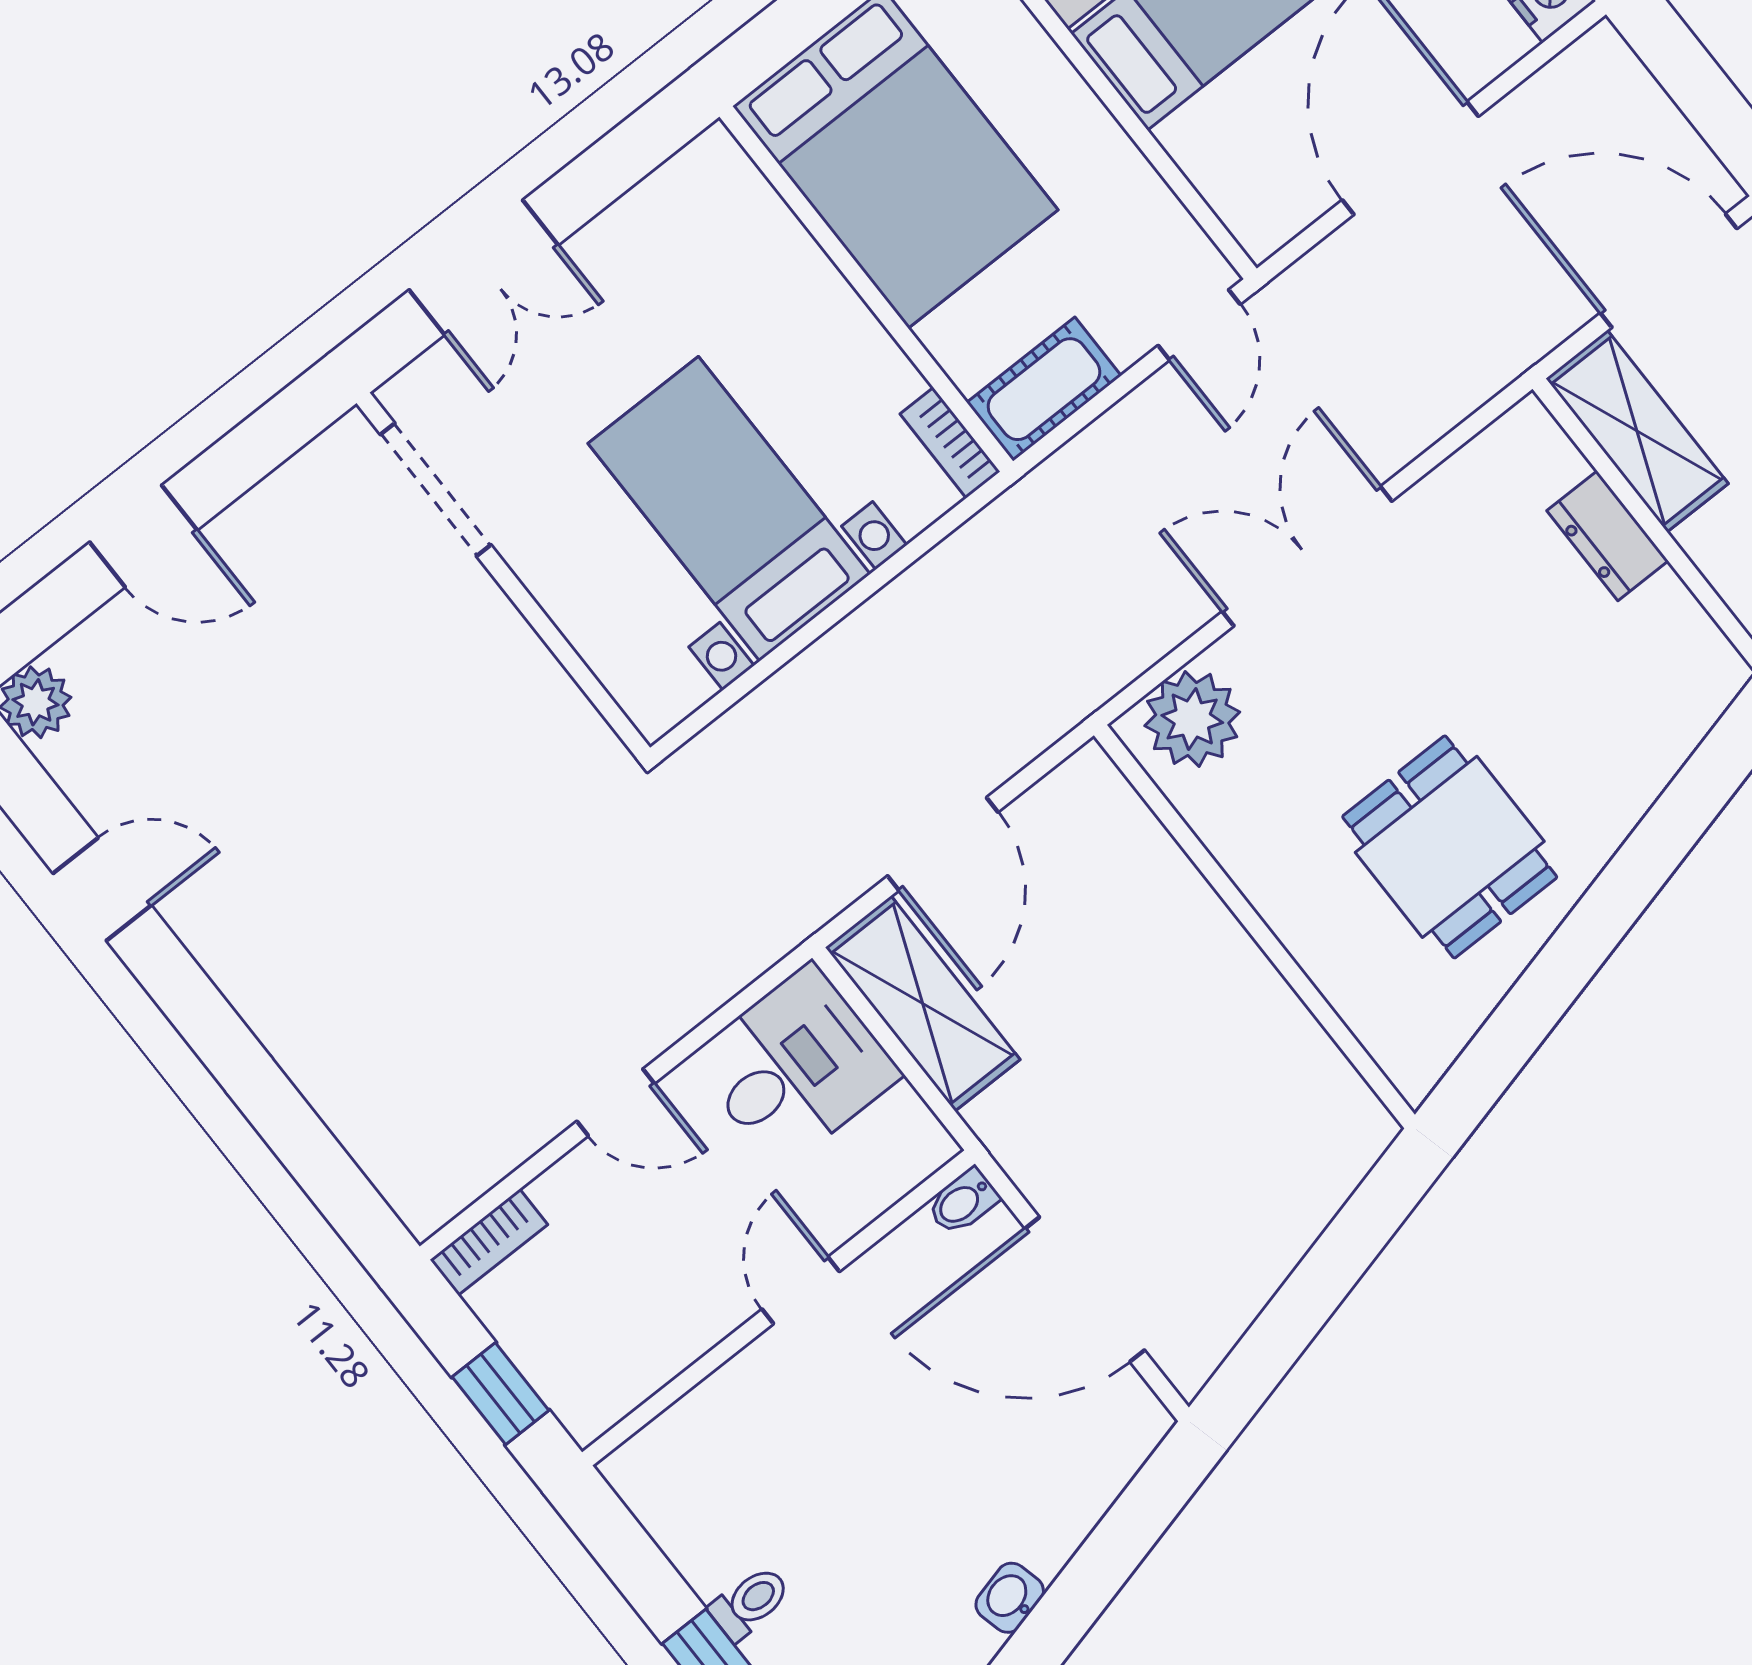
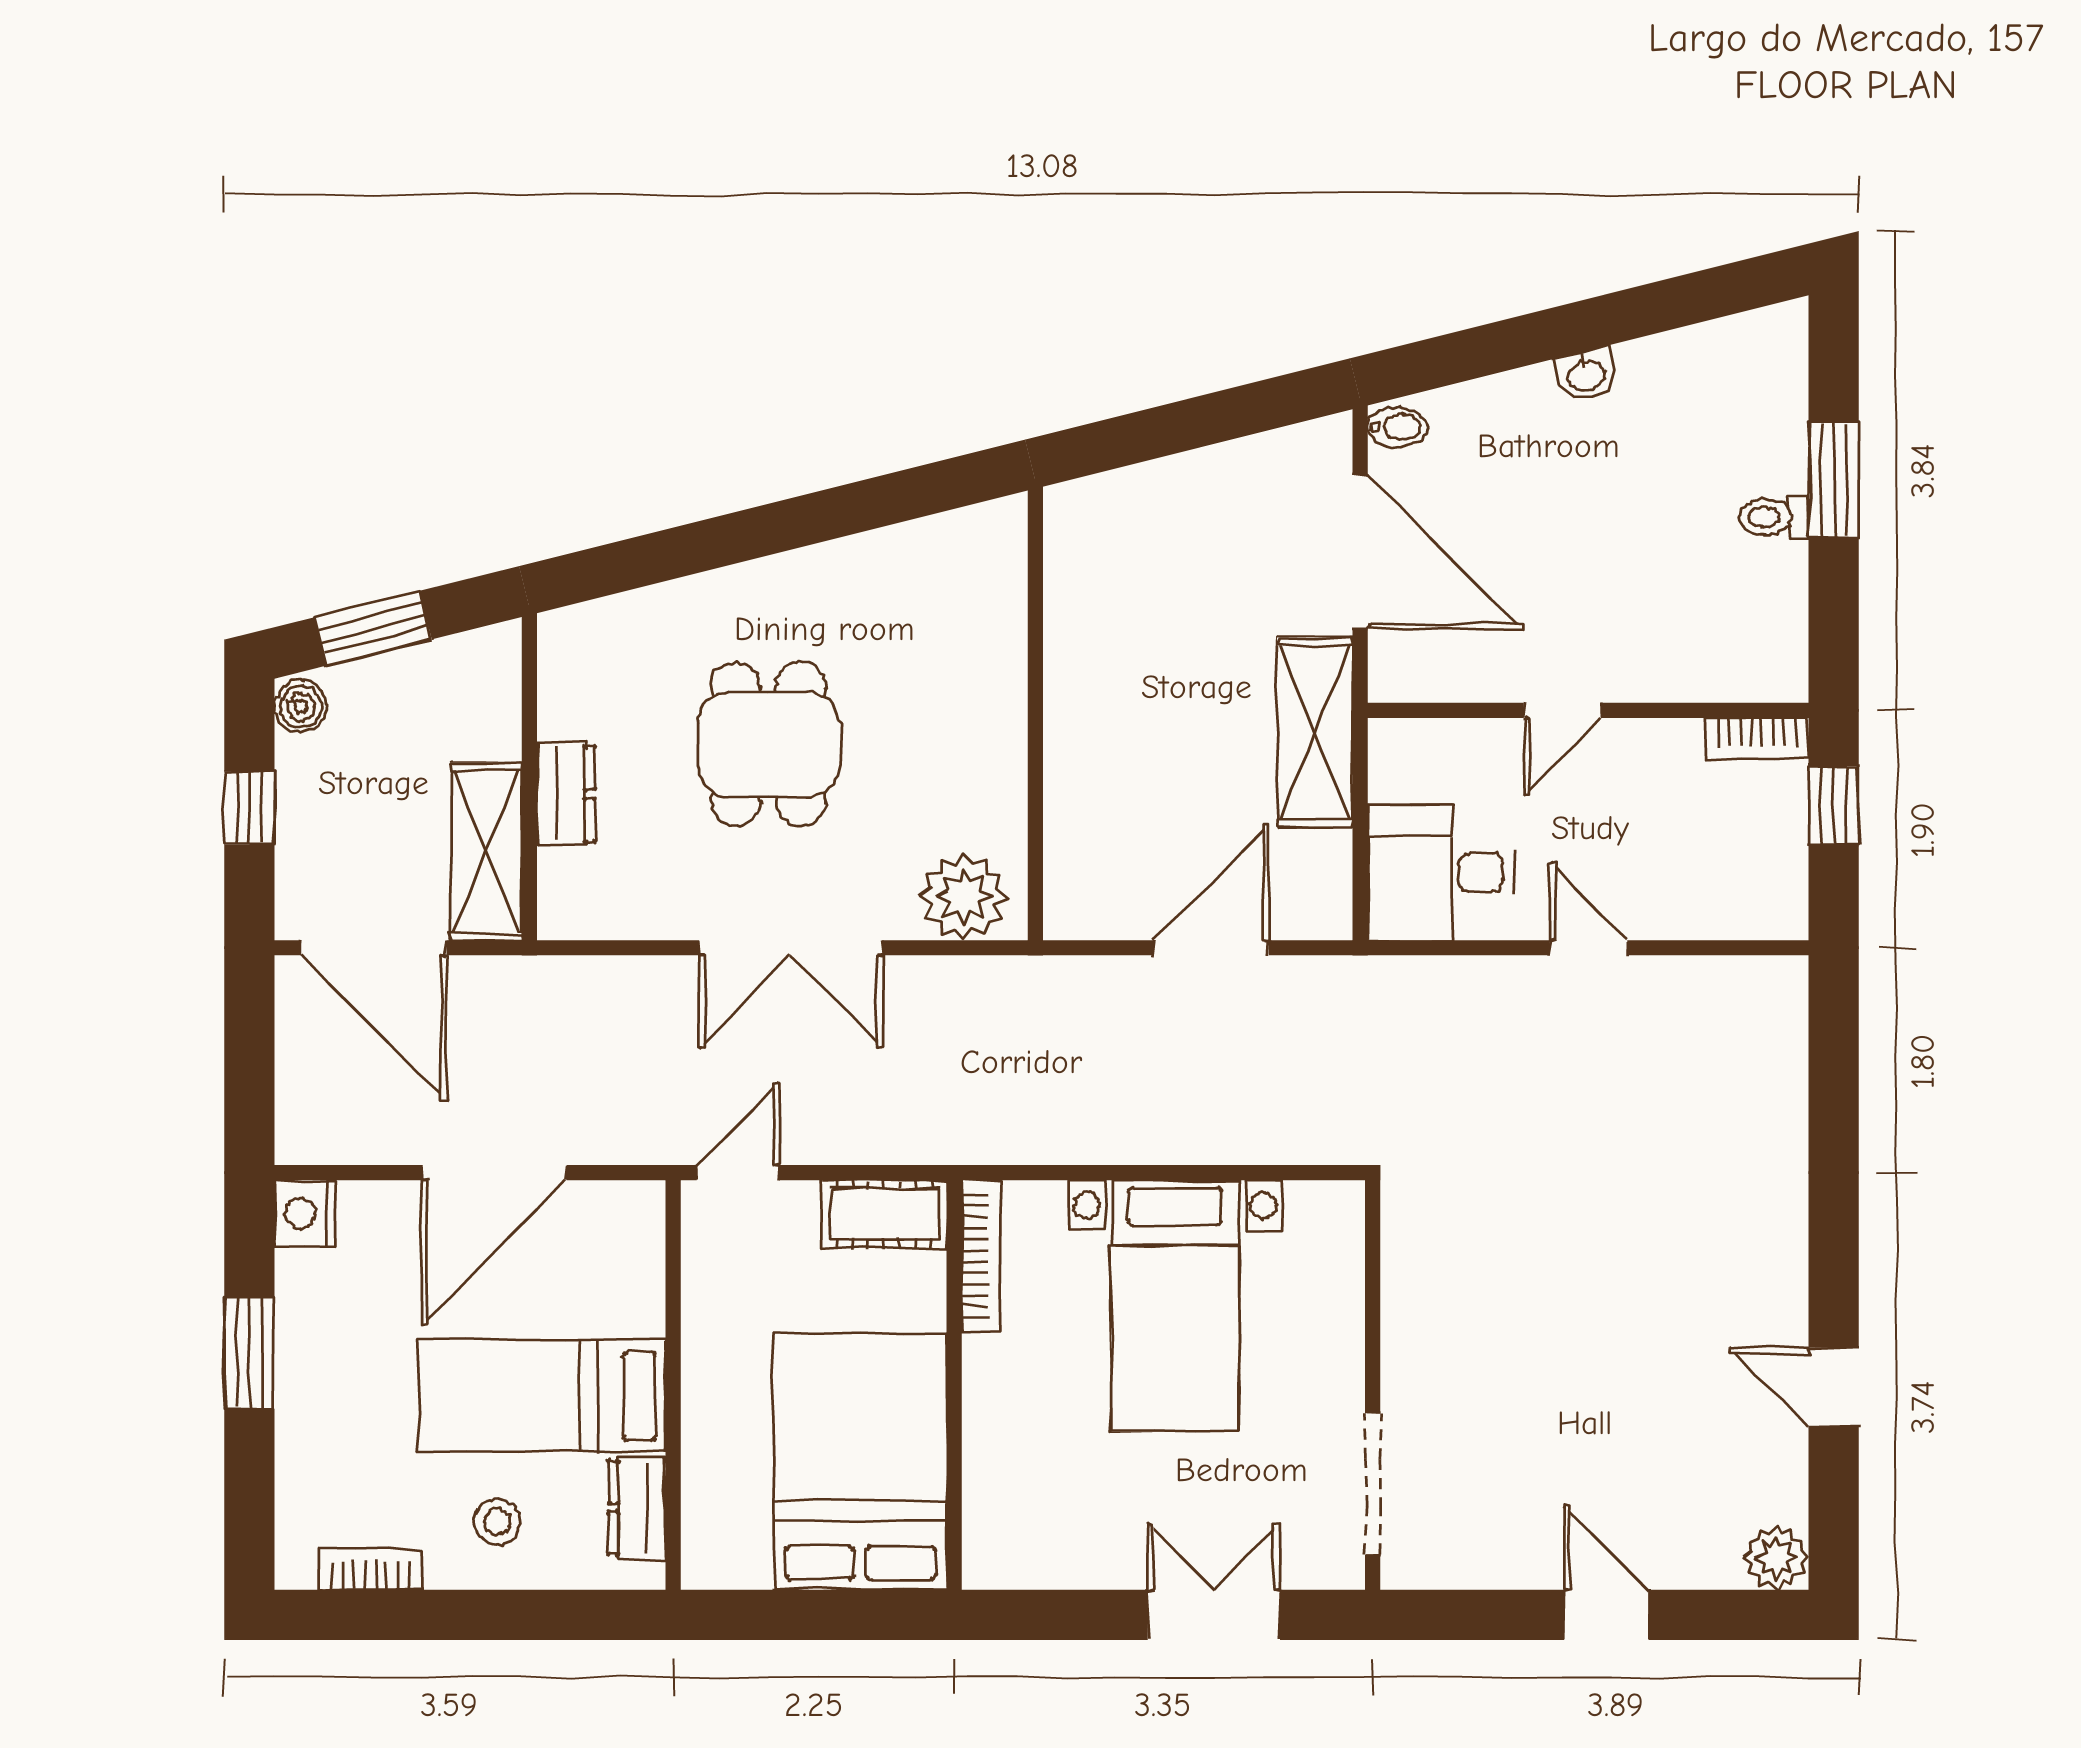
bookcase: (950, 443) -> (981, 1256), width x1.56
dining table: (1450, 847) -> (768, 744), moved
shelving: (923, 1003) -> (1315, 732), moved
bidet: (963, 1202) -> (1398, 427), moved
bookcase: (489, 1242) -> (1757, 739), moved, turned 180

